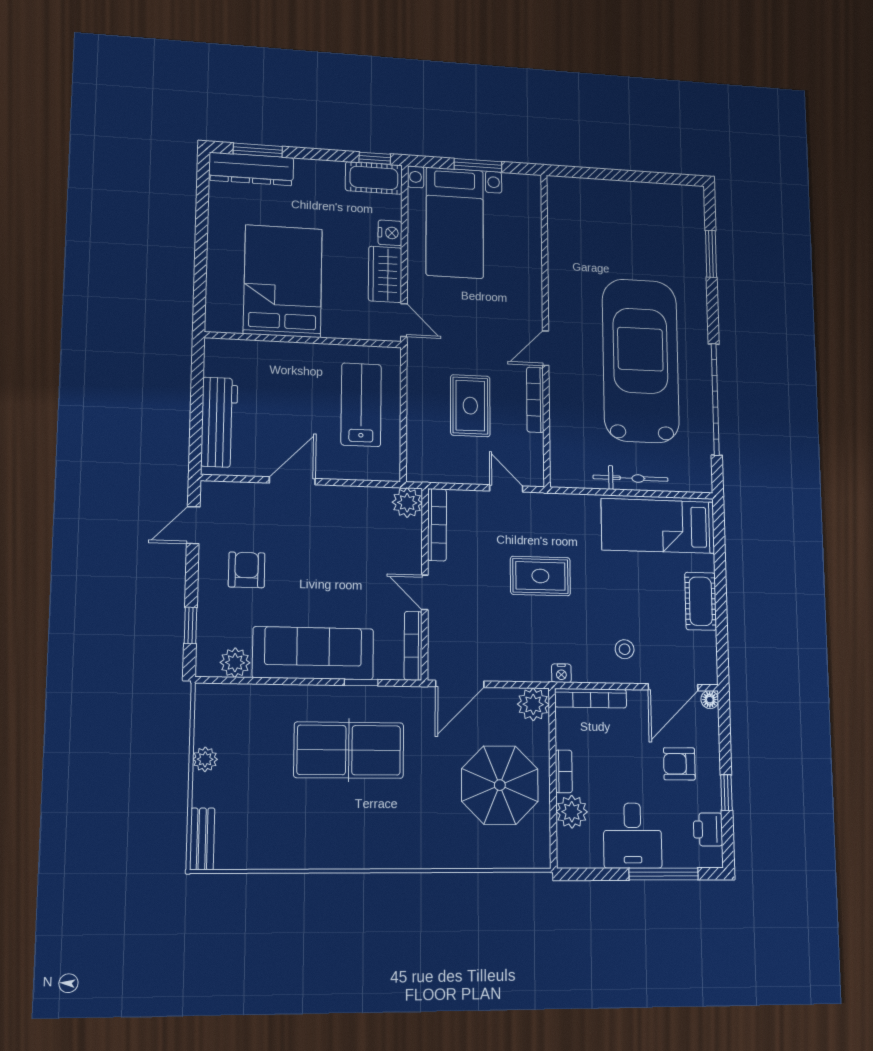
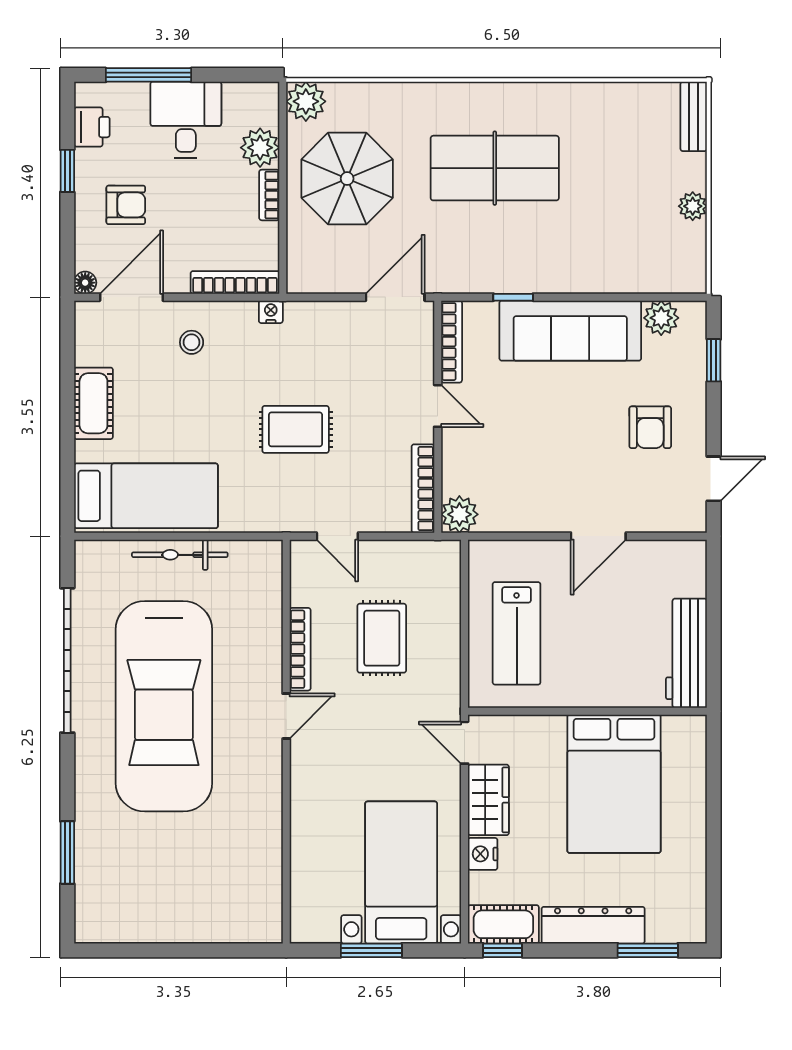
dresser: (251, 169) -> (593, 925), moved
workbench: (219, 422) -> (686, 653), moved
plant: (533, 704) -> (306, 101), moved
table tennis table: (349, 750) -> (495, 168), moved

